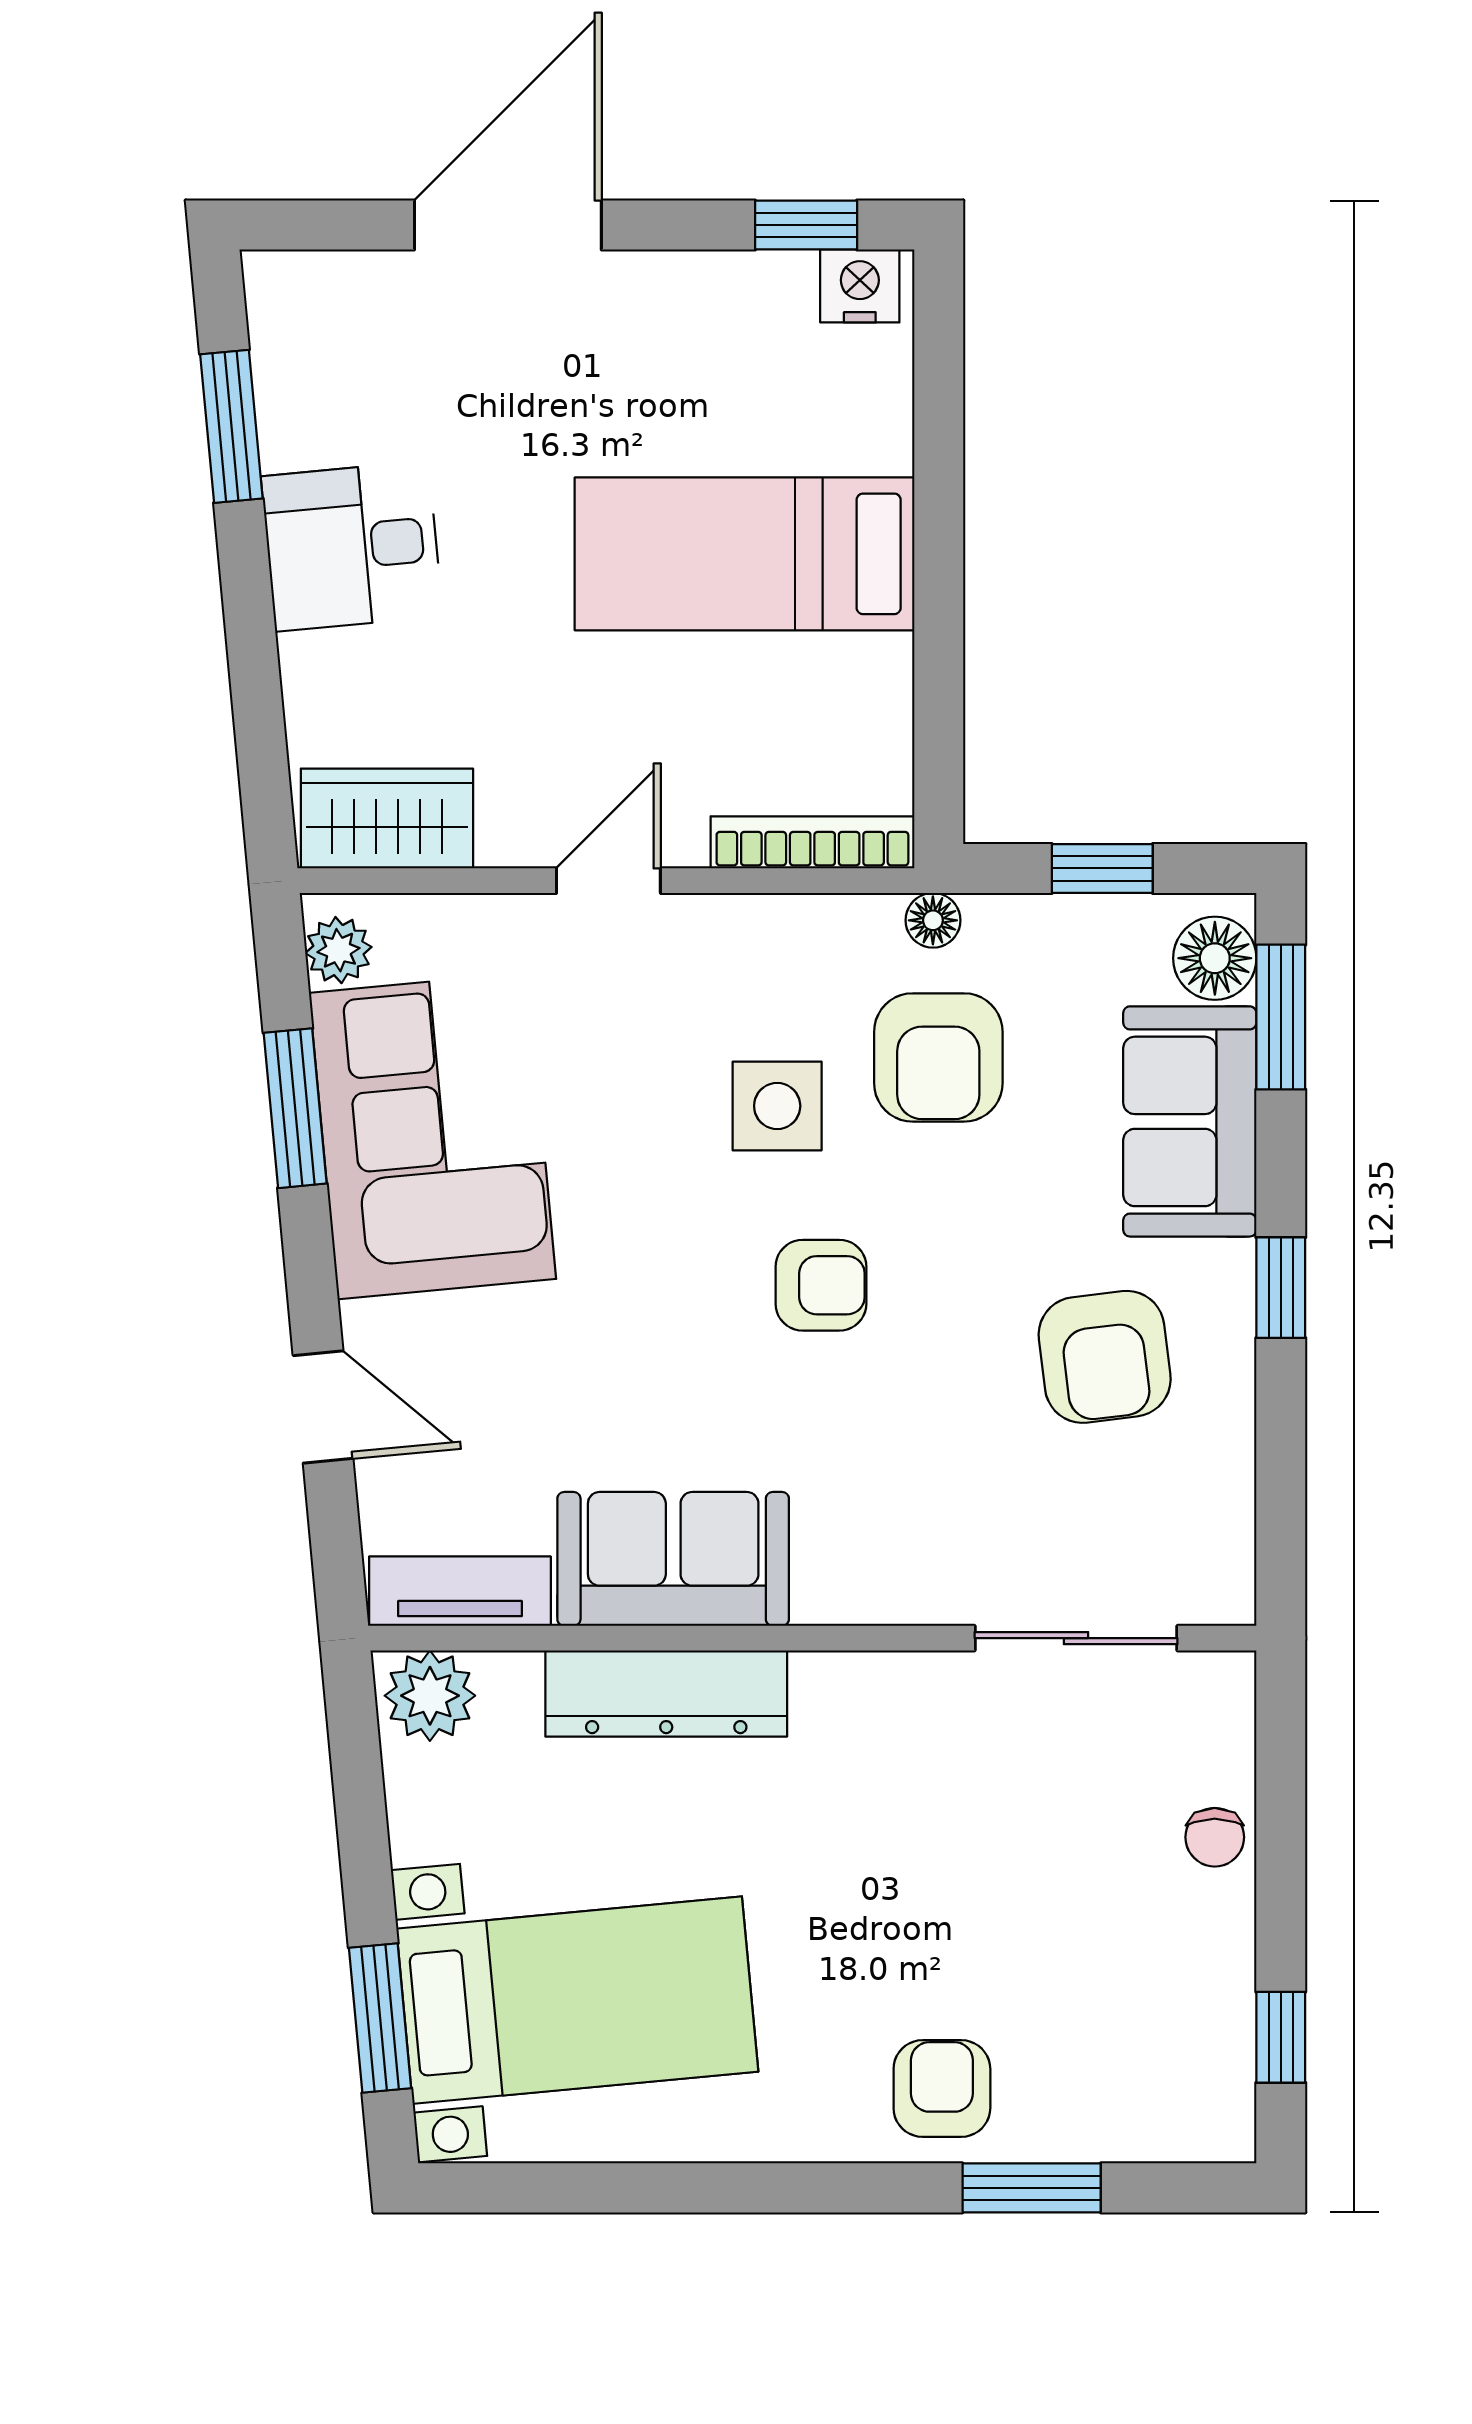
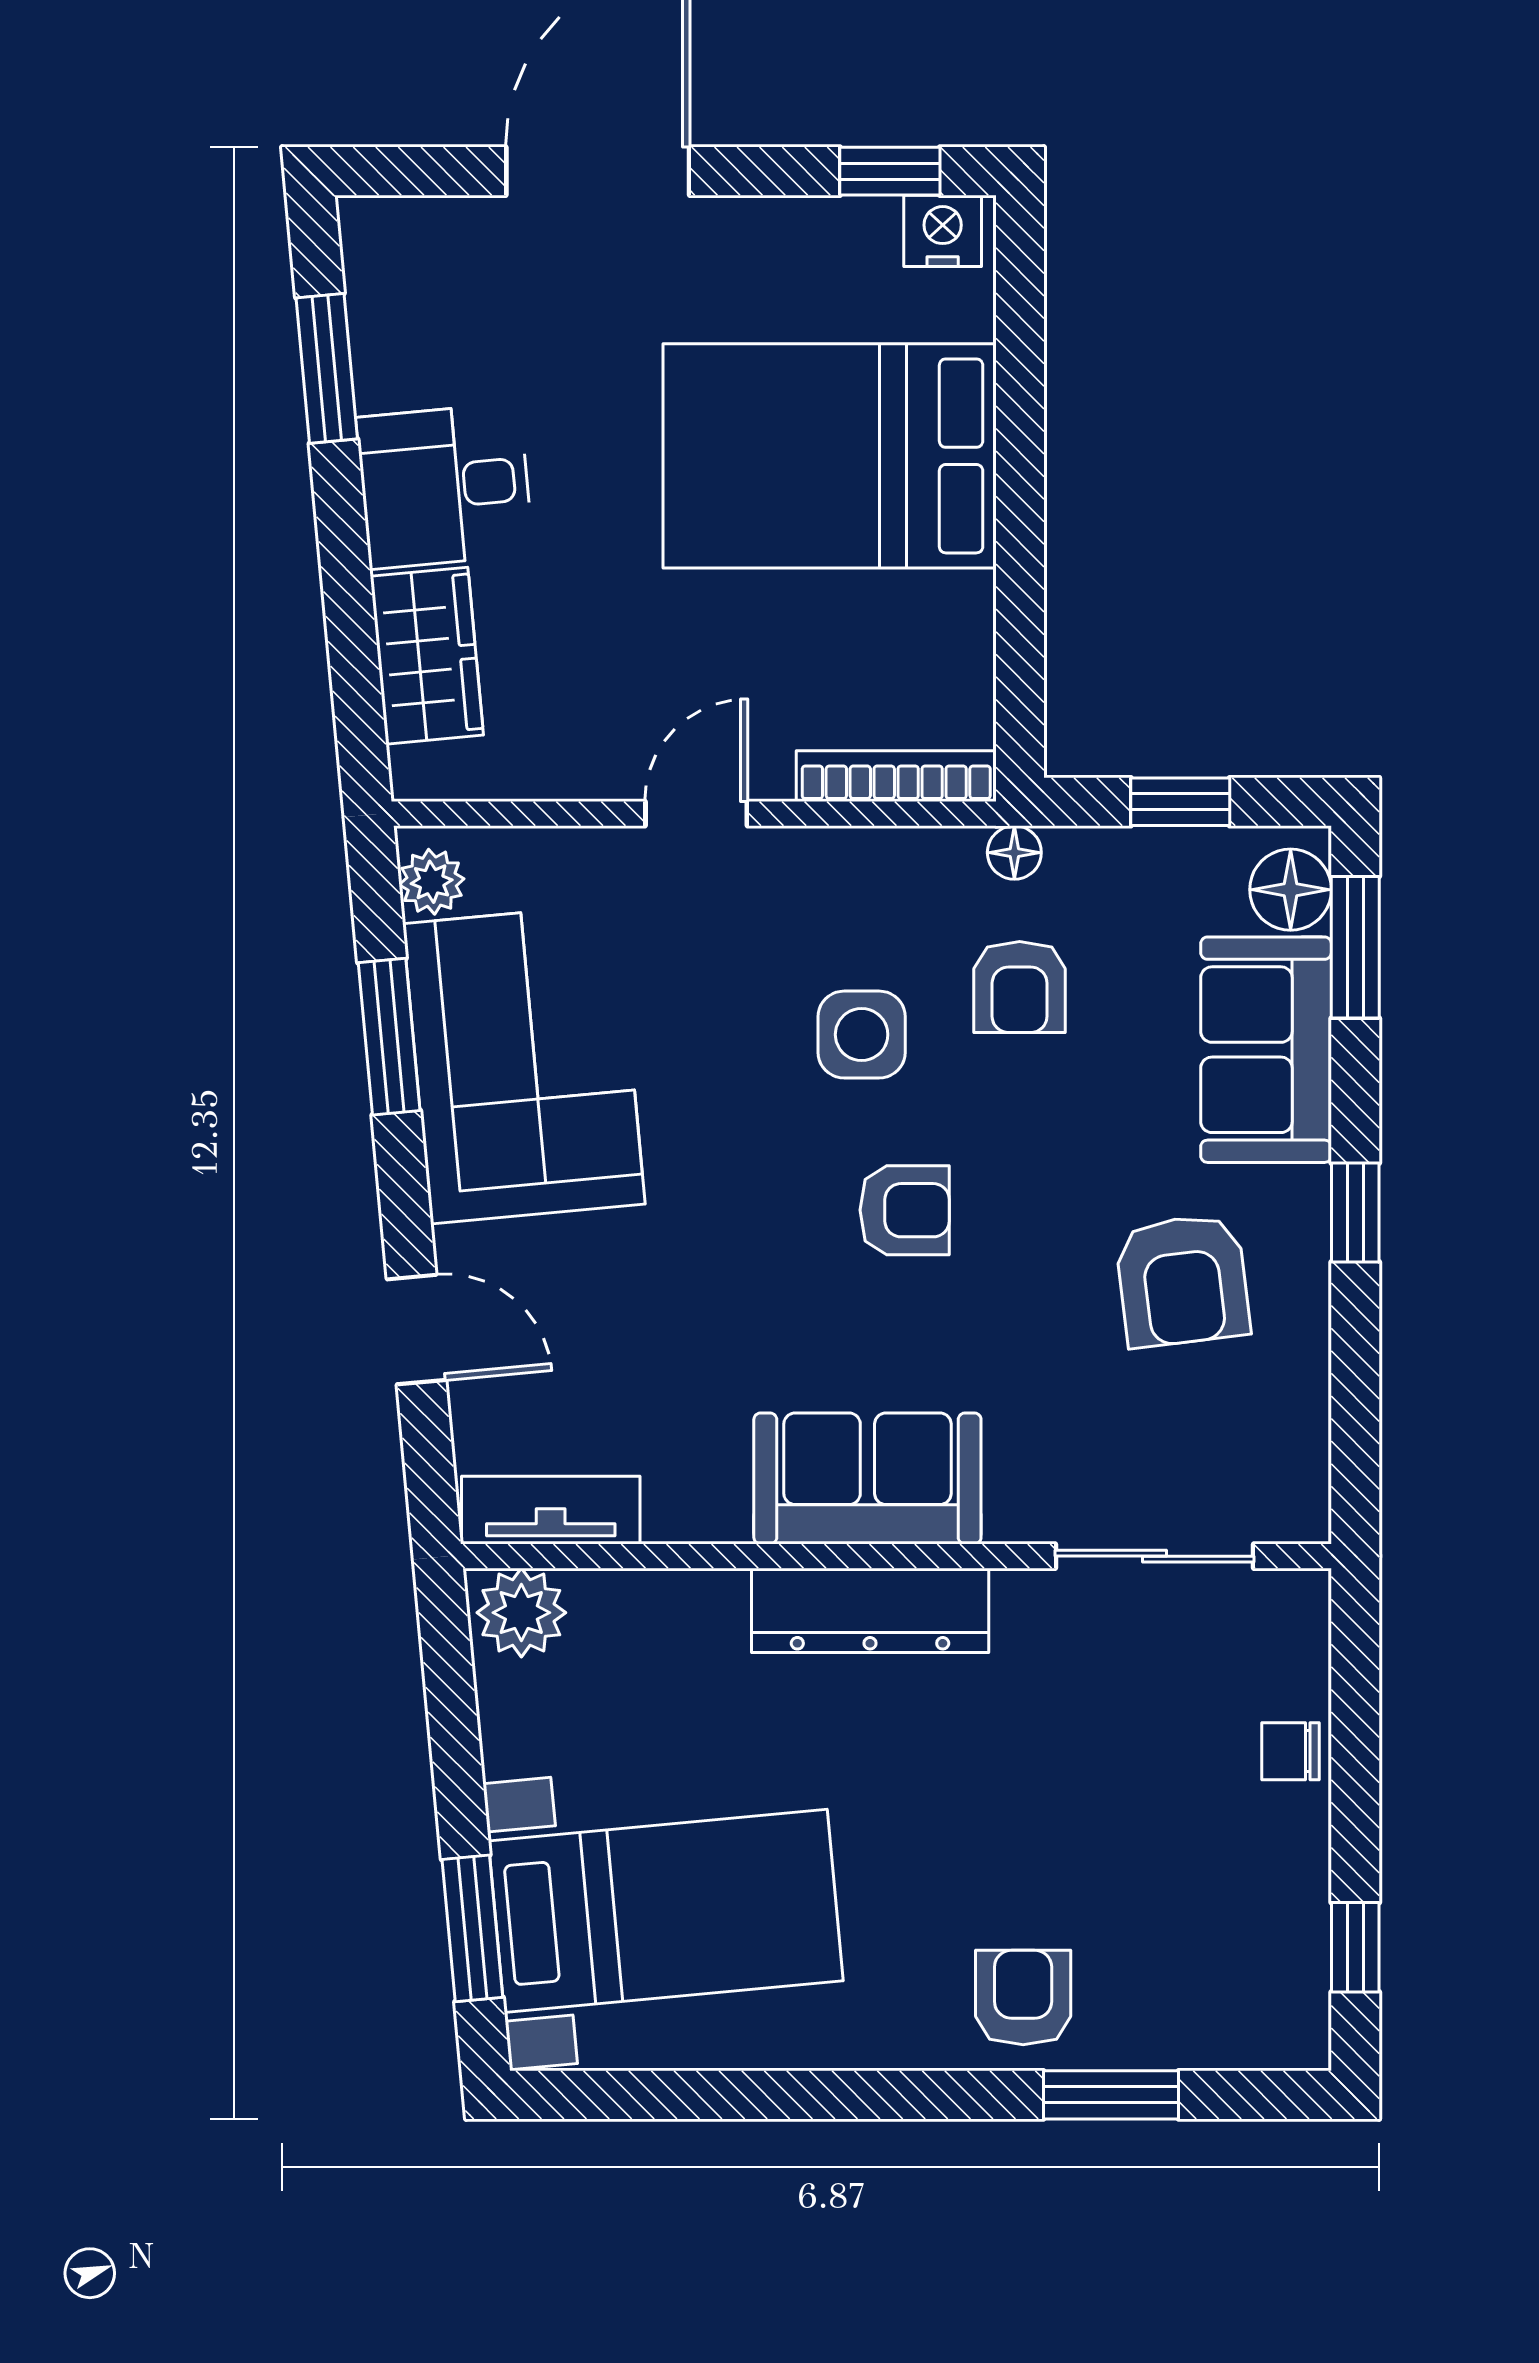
bed: (745, 554) -> (830, 456), width x1.50
wardrobe: (387, 819) -> (427, 656), moved, turned 85
armchair: (938, 1057) -> (1020, 987), width x0.72, depth x0.72
sofa: (673, 1559) -> (867, 1478), moved
dresser: (666, 1693) -> (870, 1610), moved
chair: (1215, 1837) -> (1291, 1751), turned 90

